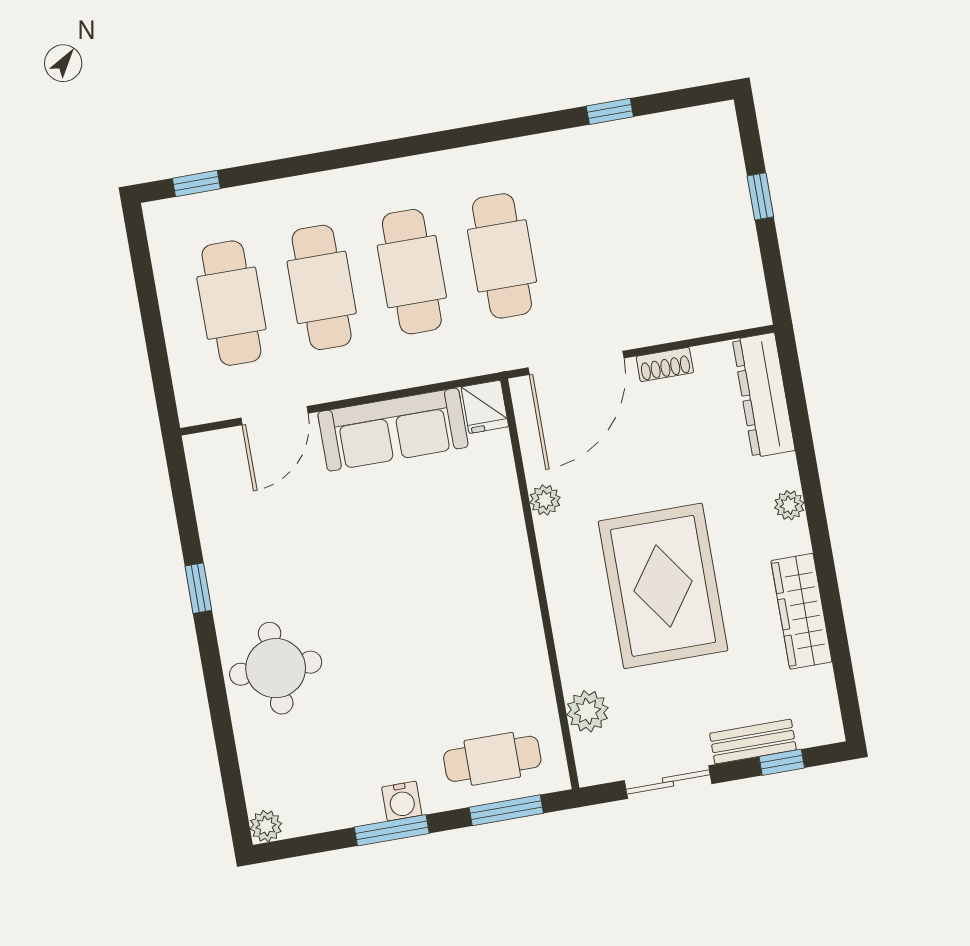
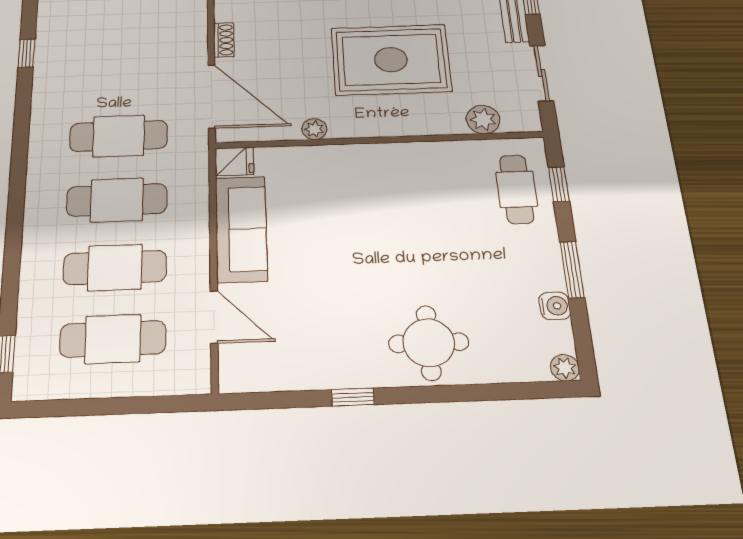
water cooler: (402, 801) -> (555, 306), moved
window: (506, 810) -> (559, 184), width x0.67

